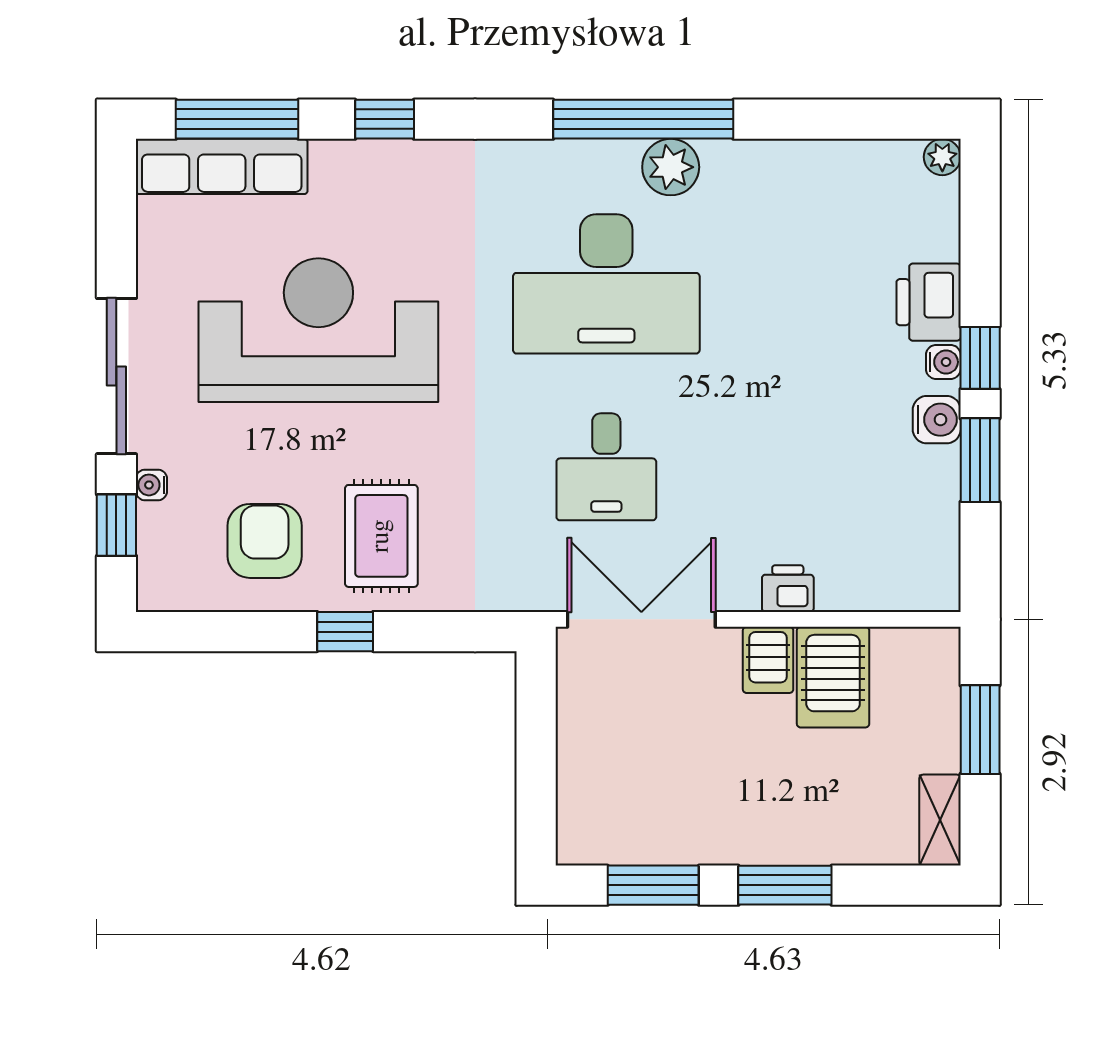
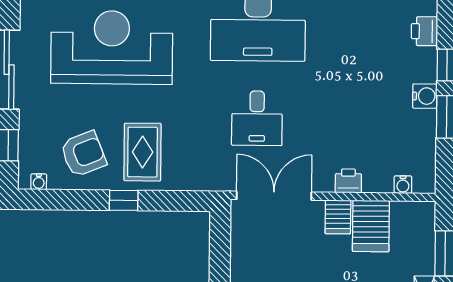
printer: (929, 302) -> (424, 31), width x0.73, depth x0.81
water cooler: (943, 362) -> (403, 185), moved, turned 90
water cooler: (151, 485) -> (39, 182), moved, turned -90
armchair: (265, 541) -> (83, 154), turned 68

